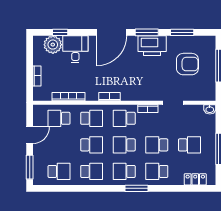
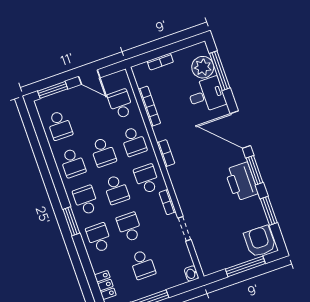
window: (60, 32) -> (220, 71), width x2.17
armchair: (187, 64) -> (260, 241), moved, turned 180
school desk: (124, 145) -> (116, 190), turned 180

